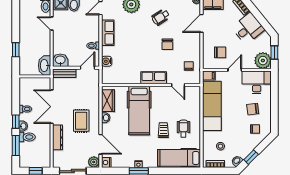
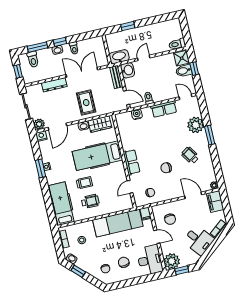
door: (52, 23) -> (144, 58), moved
rug: (81, 121) -> (86, 103), moved, turned 90
toilet: (27, 137) -> (33, 59), moved

